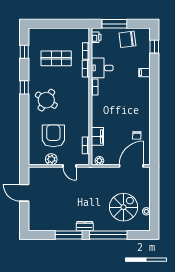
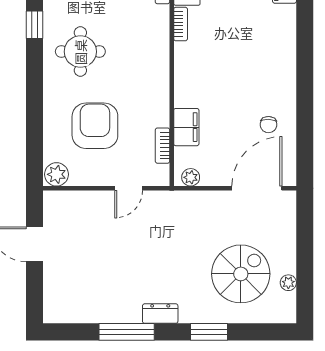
round table: (46, 100) -> (80, 52), turned -33
plant: (51, 159) -> (57, 174), moved
door: (70, 166) -> (129, 188), hinge flipped
window: (108, 235) -> (209, 332), width x0.47

